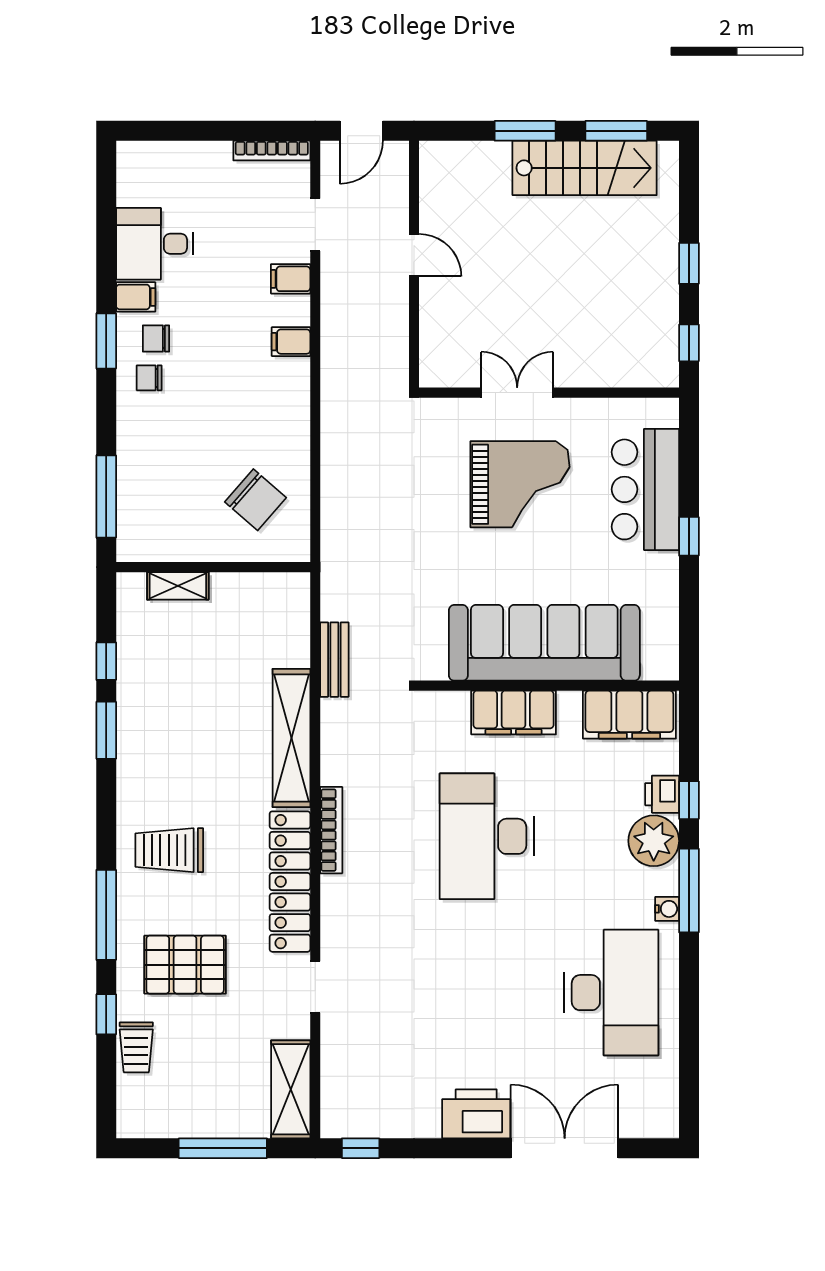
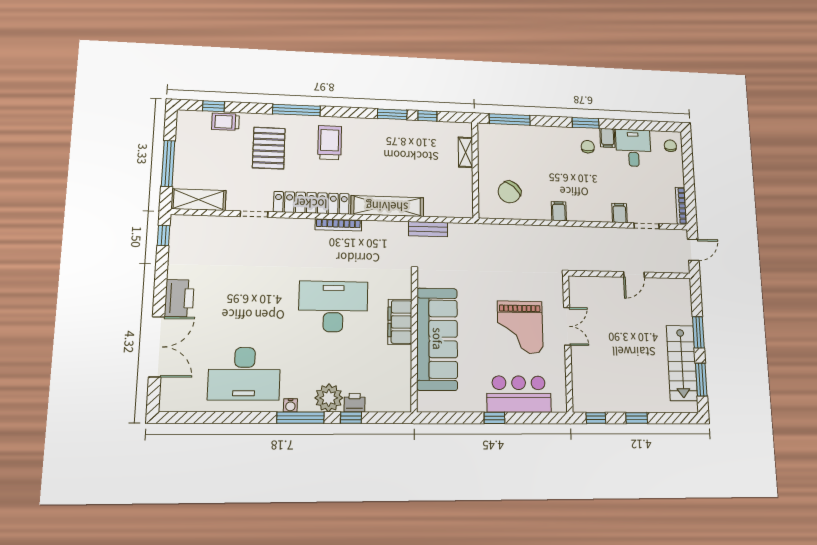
door: (361, 131) -> (693, 250), swing flipped
filing cabinet: (291, 342) -> (559, 211), moved
chair: (149, 378) -> (670, 146), moved
filing cabinet: (629, 715) -> (398, 385), removed
window: (106, 1014) -> (214, 106), moved

